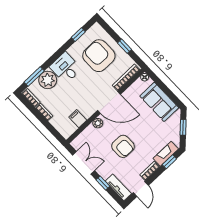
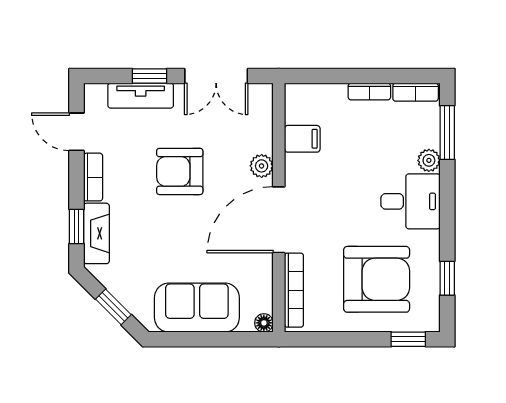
window: (124, 46) -> (408, 339), moved
plant: (48, 80) -> (429, 160), width x0.53, depth x0.53
tv unit: (118, 187) -> (141, 96), moved

